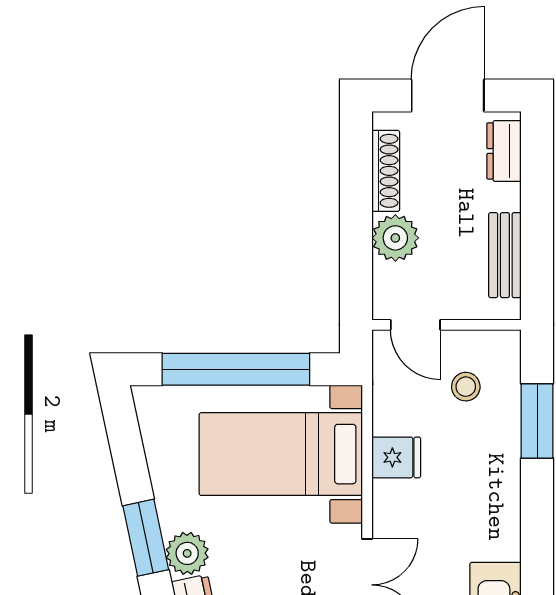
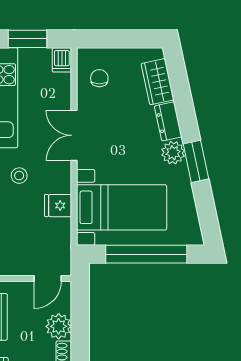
door: (415, 325) -> (48, 279), swing flipped
stool: (466, 387) -> (19, 176), moved

